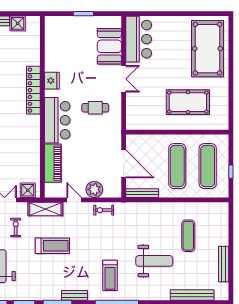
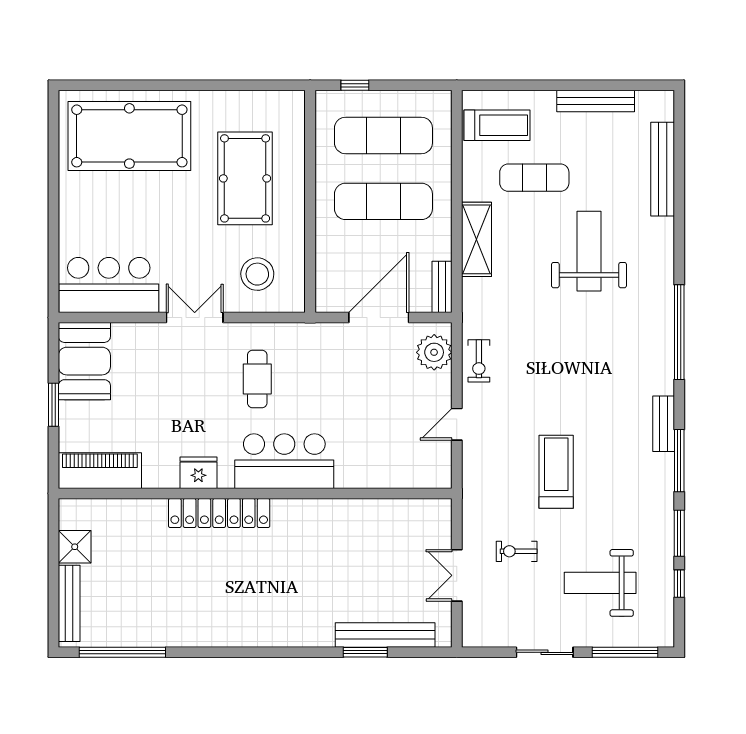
booth: (109, 46) -> (84, 361), moved, turned 90
stool: (144, 108) -> (257, 274), added
piano: (53, 163) -> (100, 471), moved
window: (231, 172) -> (355, 85), moved
plant: (94, 189) -> (434, 352), moved
shower: (28, 190) -> (436, 525), removed
bench: (142, 193) -> (442, 287), width x0.73
shelving: (45, 209) -> (477, 239), moved
treadmill: (110, 275) -> (497, 125), moved

